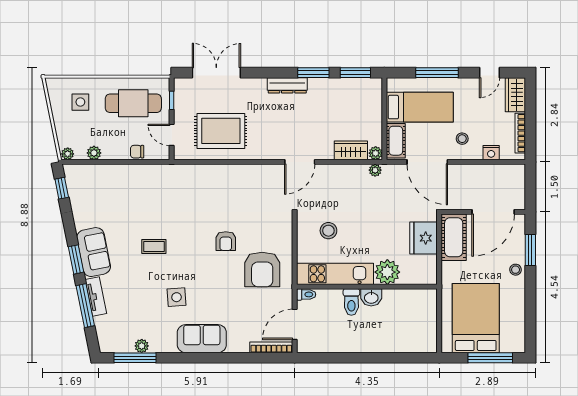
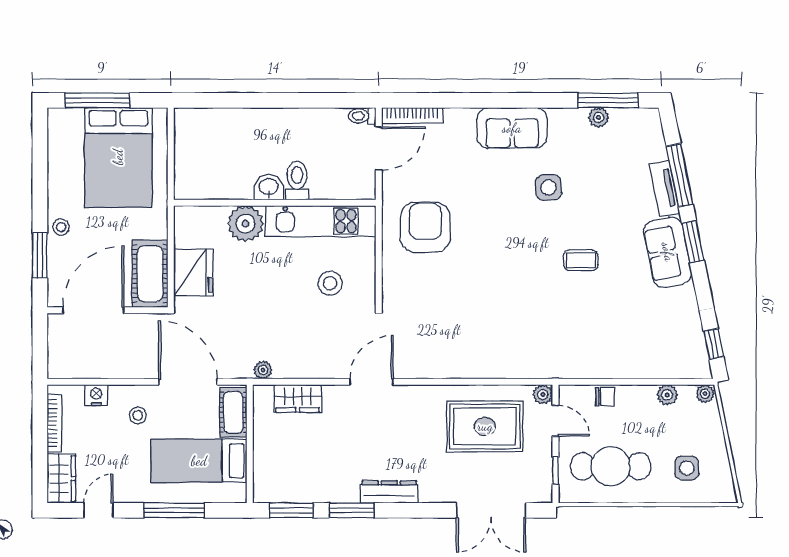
plant: (376, 153) -> (543, 395), moved
armchair: (226, 241) -> (478, 268), removed
toilet: (306, 294) -> (362, 116), moved

